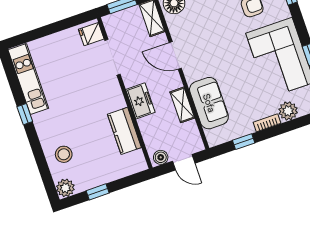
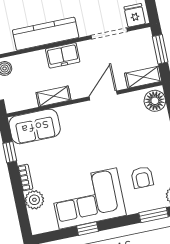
sofa: (209, 103) -> (35, 126), moved
kitchen counter: (124, 131) -> (46, 34), width x1.50

